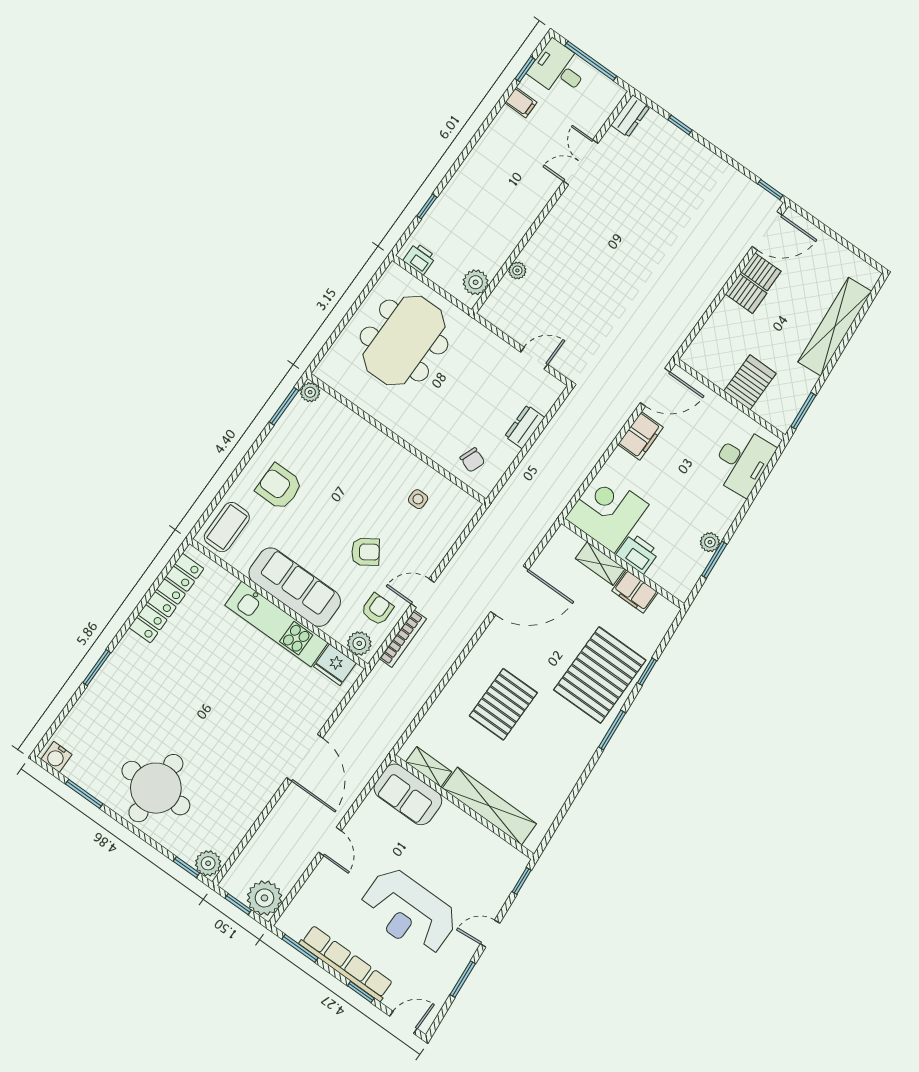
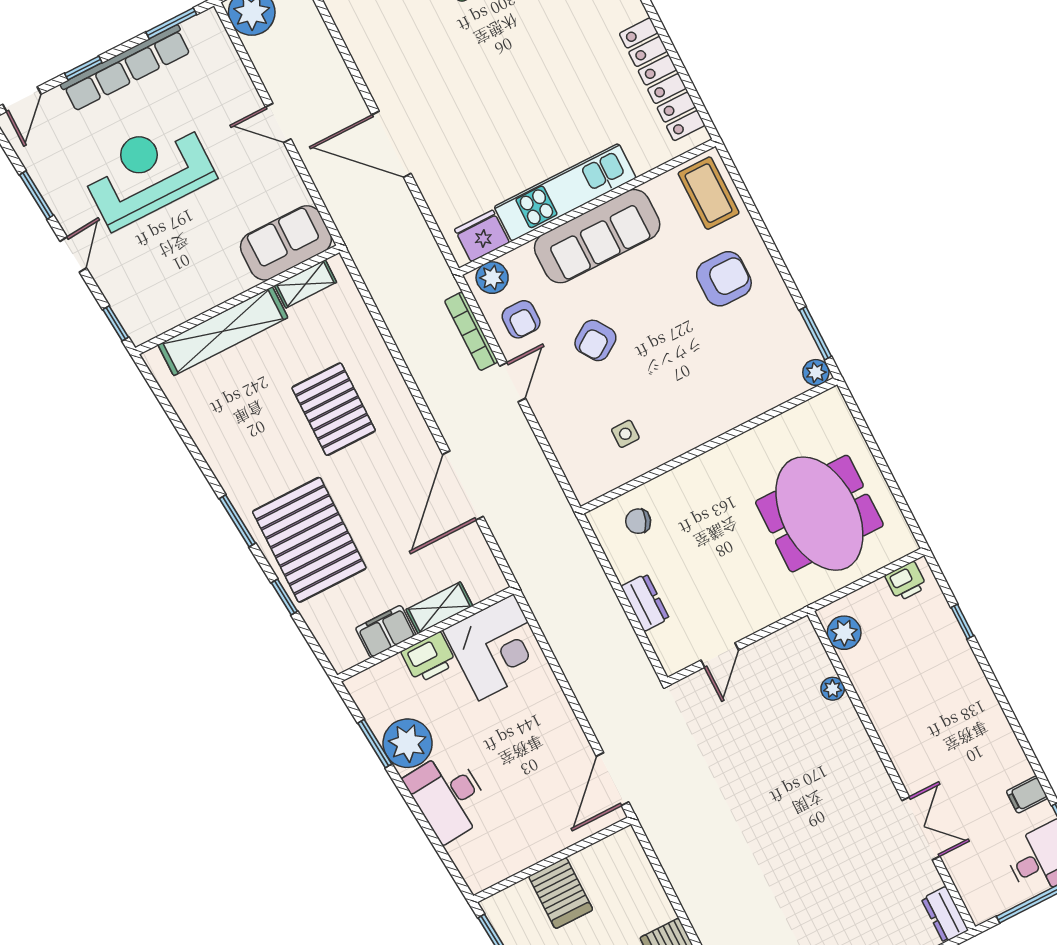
filing cabinet: (640, 436) -> (564, 732), removed
desk: (742, 461) -> (448, 796), moved
plant: (710, 542) -> (408, 743), width x1.88, depth x1.88

